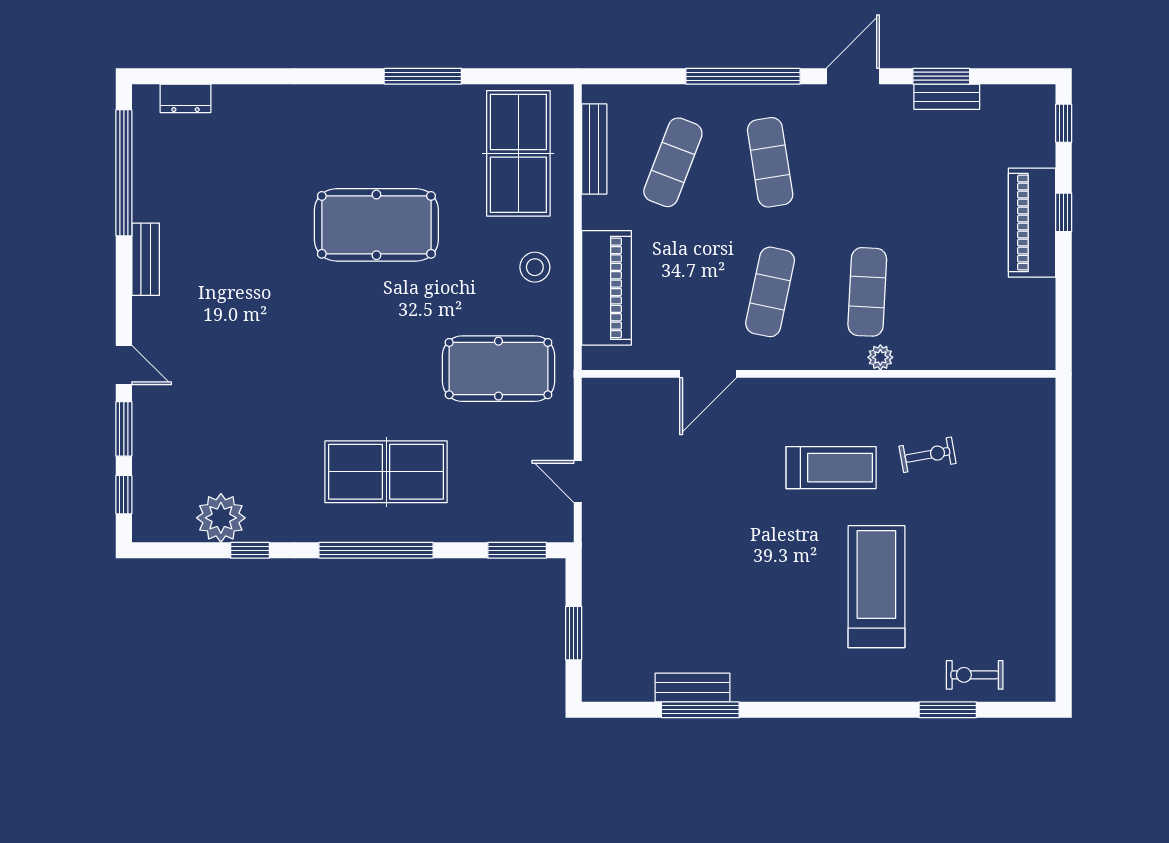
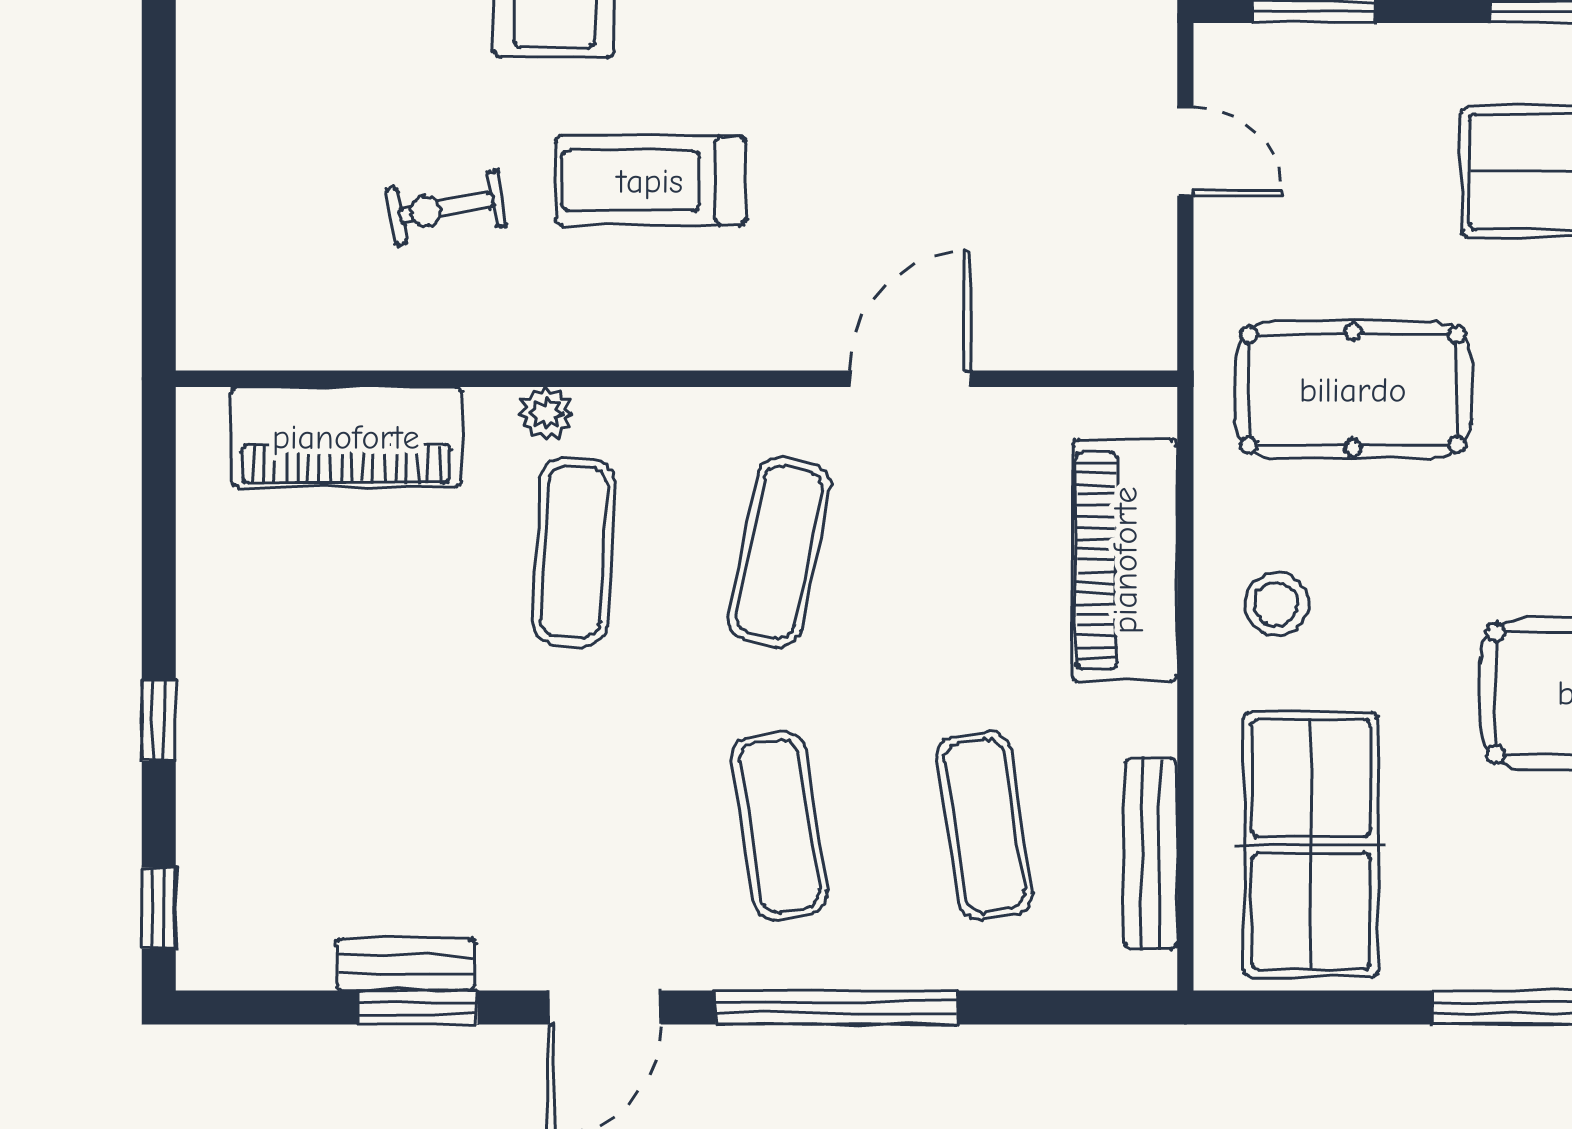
exercise mat: (673, 162) -> (984, 826), turned -30
piano: (1032, 223) -> (346, 437), moved, turned 90

